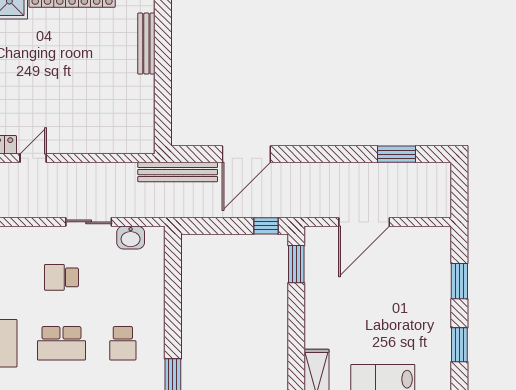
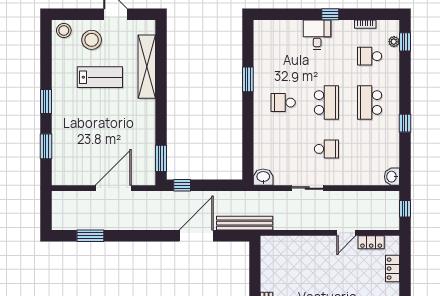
washbasin: (131, 237) -> (263, 177), moved
school desk: (61, 343) -> (326, 103), turned 90
school desk: (123, 343) -> (283, 103), turned -90

